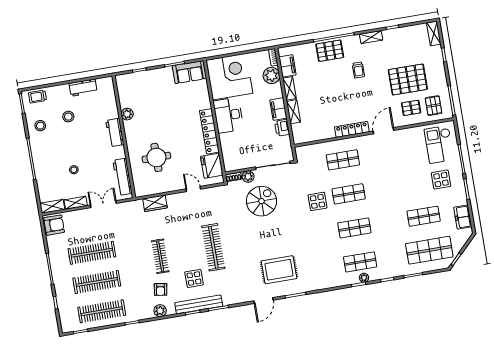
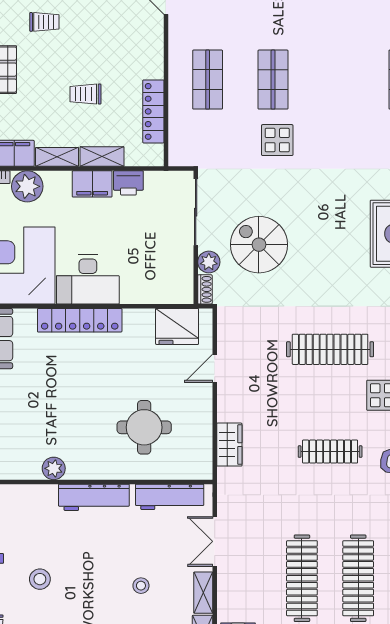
trolley: (325, 98) -> (85, 94), added
locker: (352, 129) -> (153, 111), moved
locker: (209, 131) -> (80, 320), moved
workbench: (115, 132) -> (94, 497), width x1.38
shop shelf: (354, 228) -> (338, 80), removed

